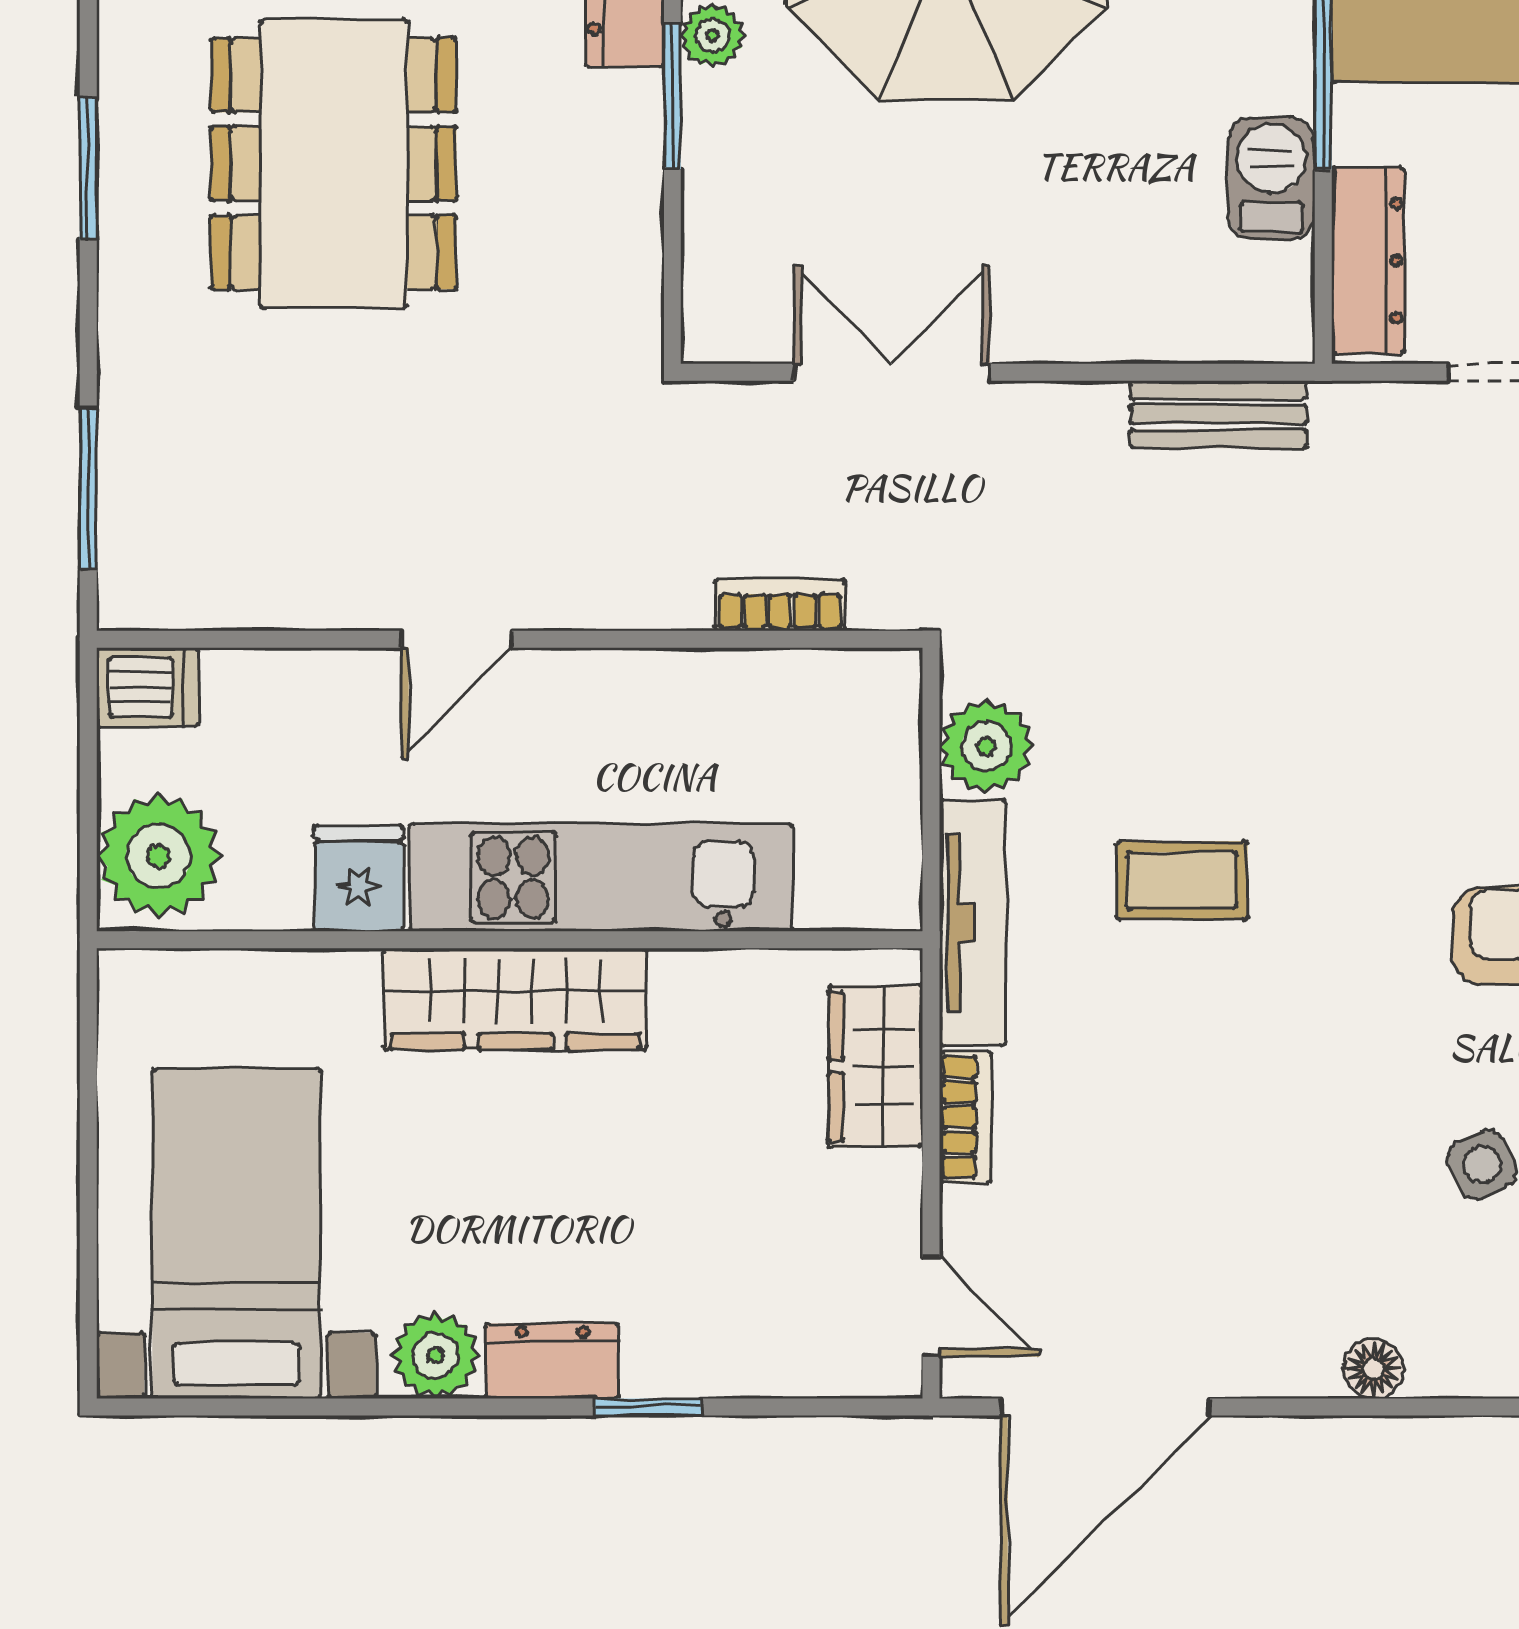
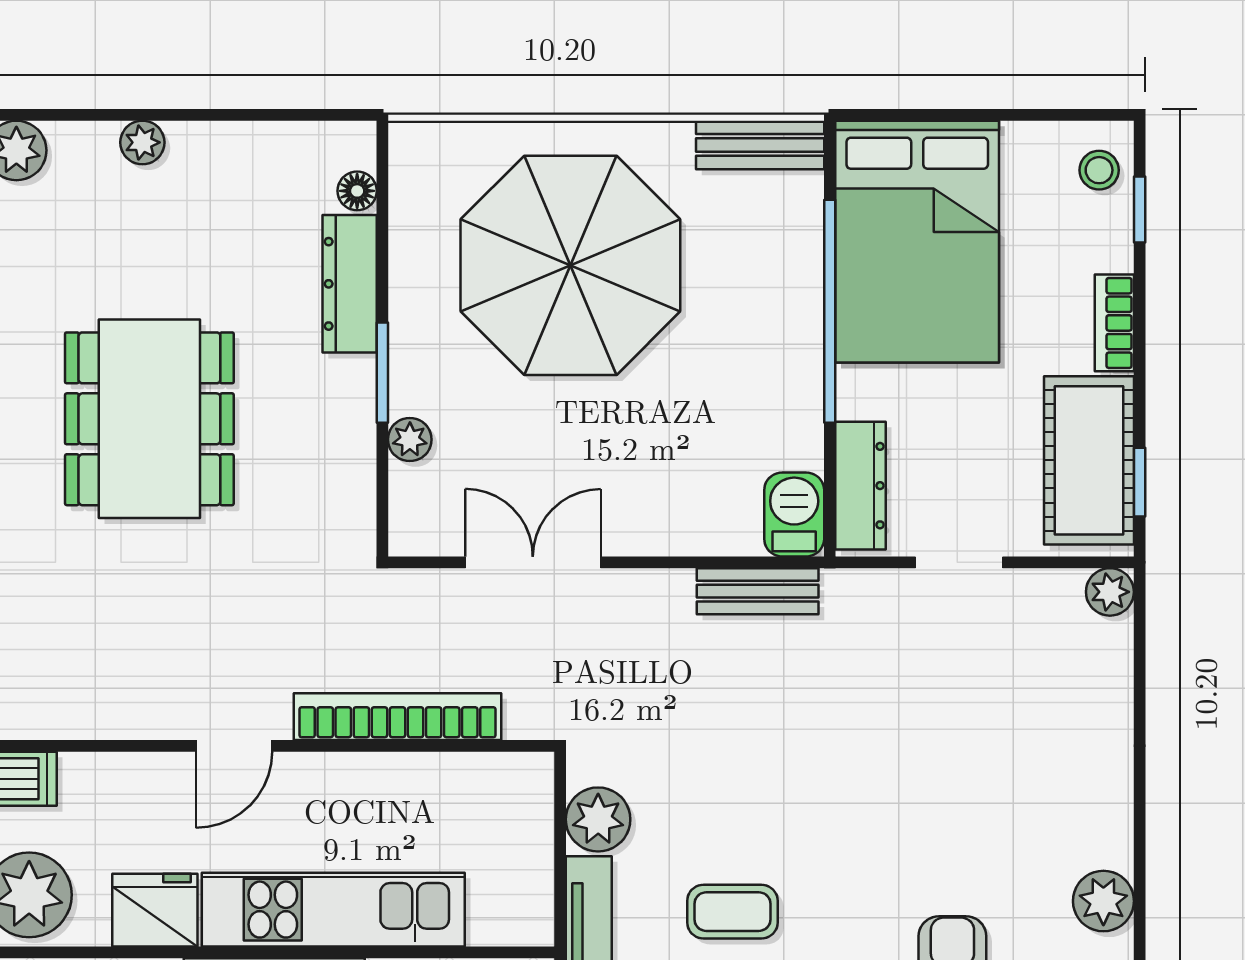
plant: (712, 36) -> (410, 440), moved
barbecue: (1271, 178) -> (794, 514), moved
bookcase: (780, 605) -> (397, 717), width x2.31, depth x1.31
fridge: (359, 878) -> (155, 910), width x1.38

